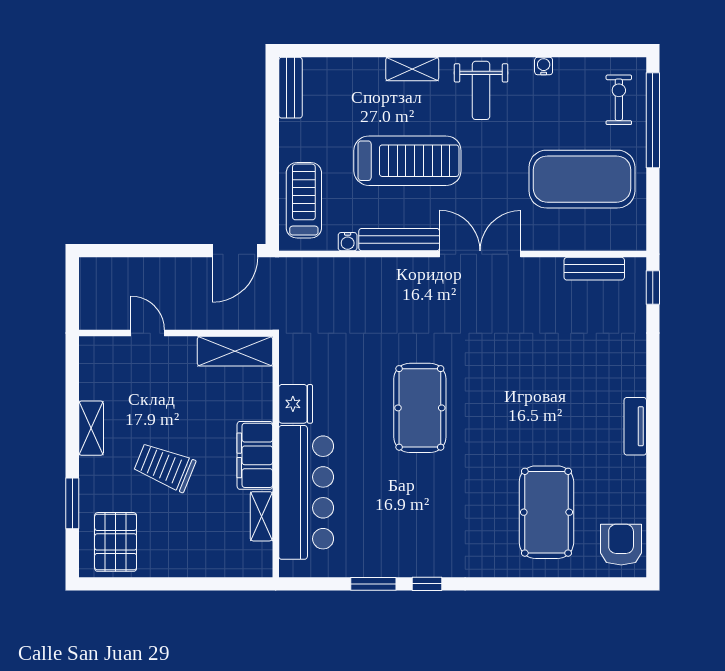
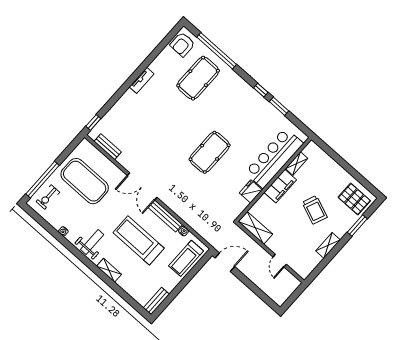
pallet: (116, 542) -> (354, 199), turned 90
window: (556, 584) -> (217, 51), added

